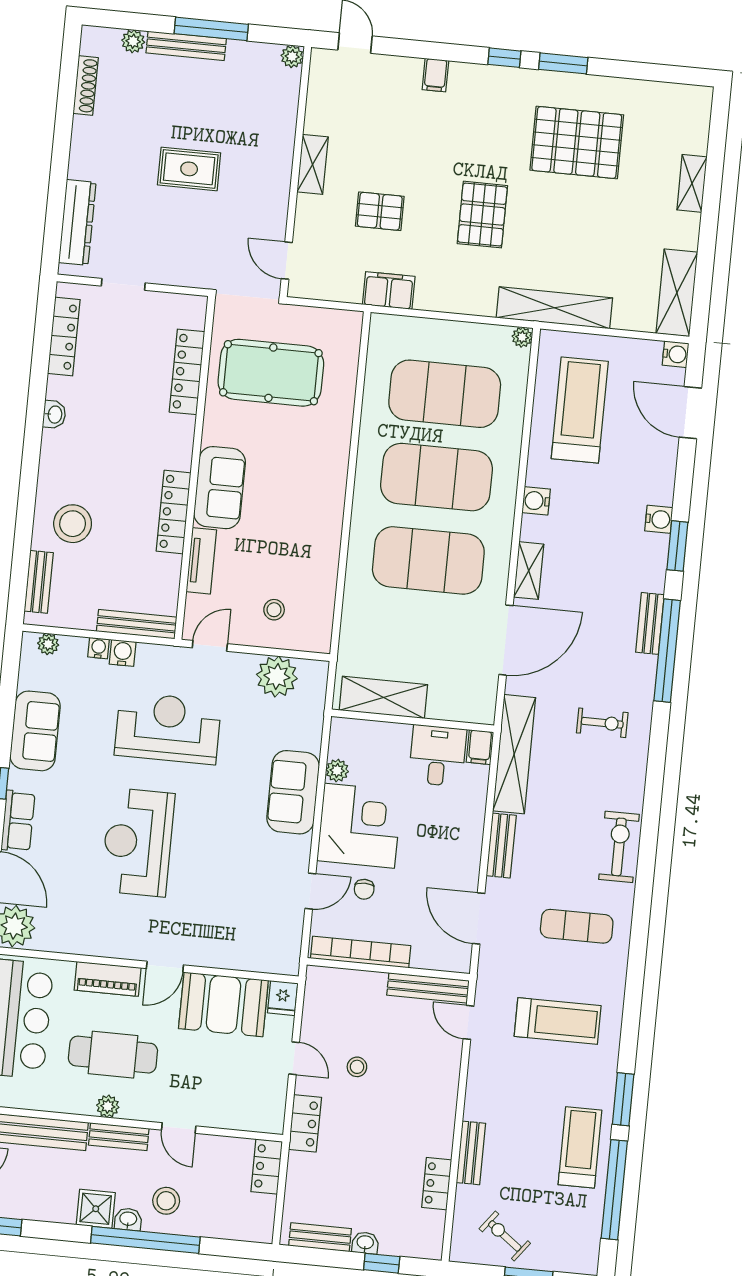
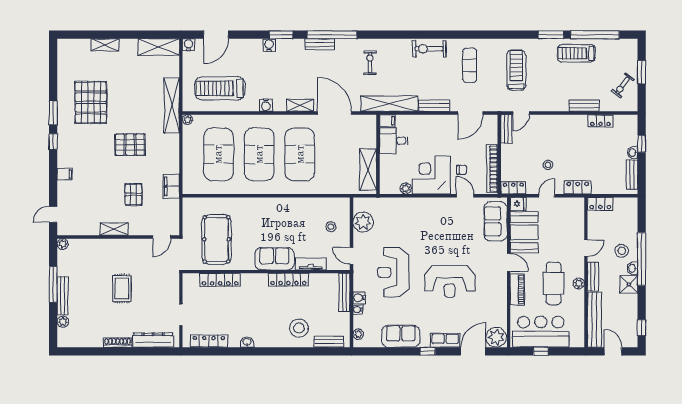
shoe rack: (86, 86) -> (118, 343), moved
sofa: (293, 792) -> (496, 221), moved, turned 90
bench: (428, 988) -> (506, 129), width x0.73
locker: (317, 991) -> (513, 188), added

